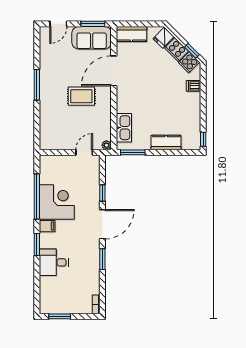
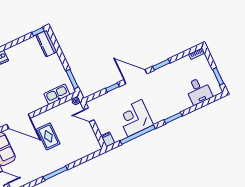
kitchen counter: (166, 142) -> (46, 43), moved
filing cabinet: (47, 226) -> (108, 139), moved
desk: (54, 262) -> (199, 91), moved

